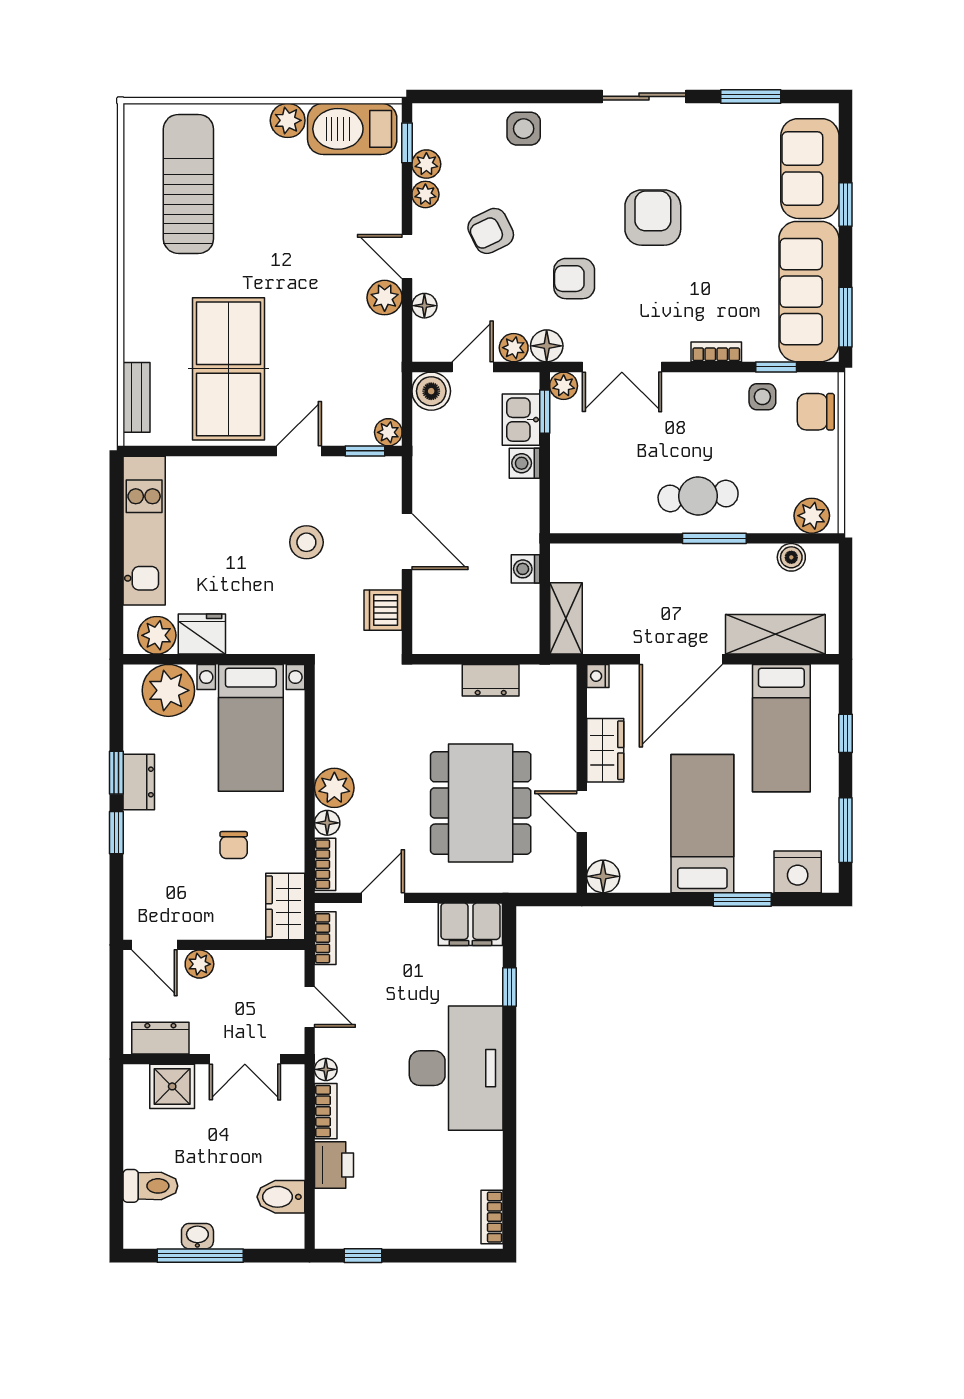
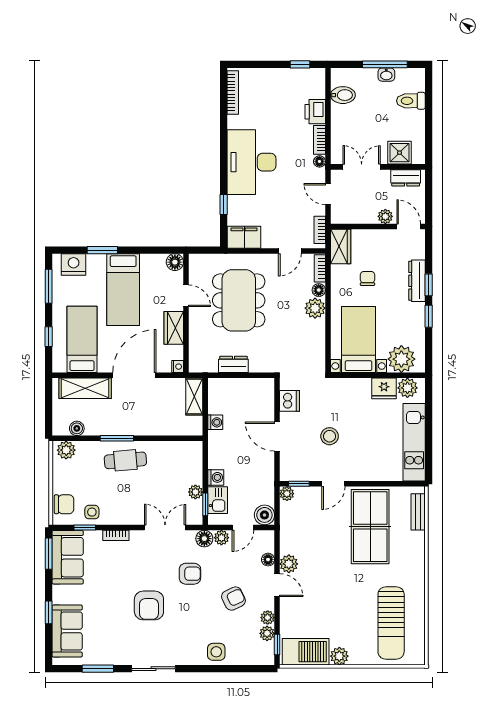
sofa: (809, 292) -> (68, 557), width x0.73
plant: (564, 386) -> (195, 492), moved
dresser: (139, 782) -> (417, 281), moved, width x1.44
bookcase: (492, 1217) -> (233, 92), width x1.56

